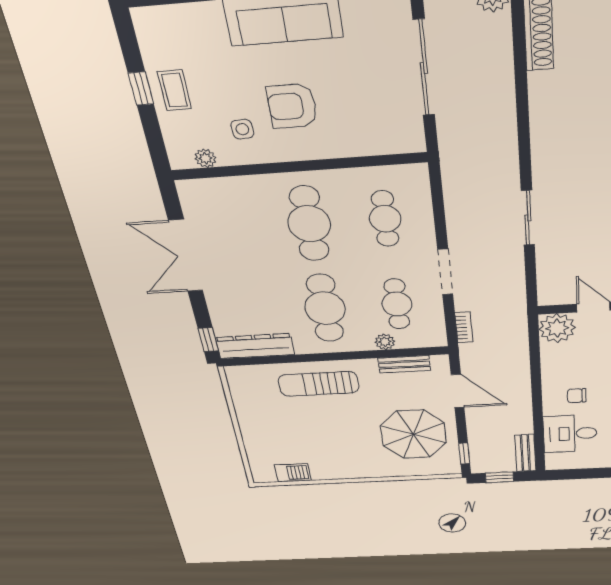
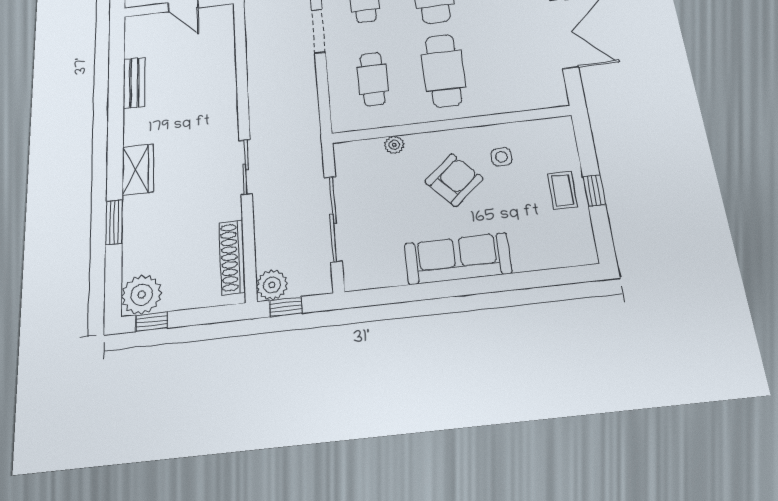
armchair: (292, 106) -> (454, 180), turned -42
plant: (205, 158) -> (394, 145), moved
sliding door: (528, 218) -> (246, 167), moved

